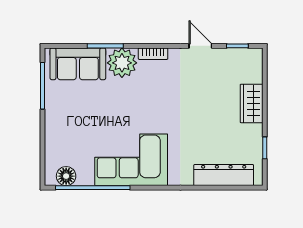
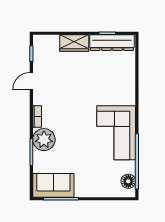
sofa: (78, 64) -> (53, 185), moved, turned -90
dresser: (224, 175) -> (112, 43), moved, turned -90

